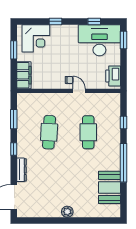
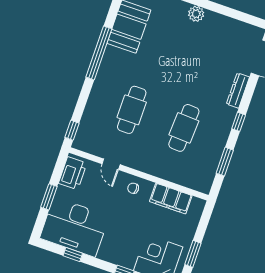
window: (124, 40) -> (49, 197), moved
filing cabinet: (24, 75) -> (171, 199), moved, turned -90
door: (79, 91) -> (111, 164), moved
window: (124, 123) -> (72, 130), moved

